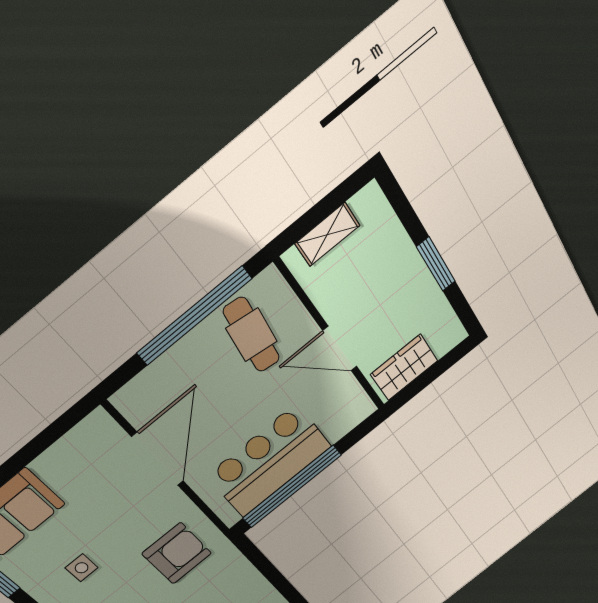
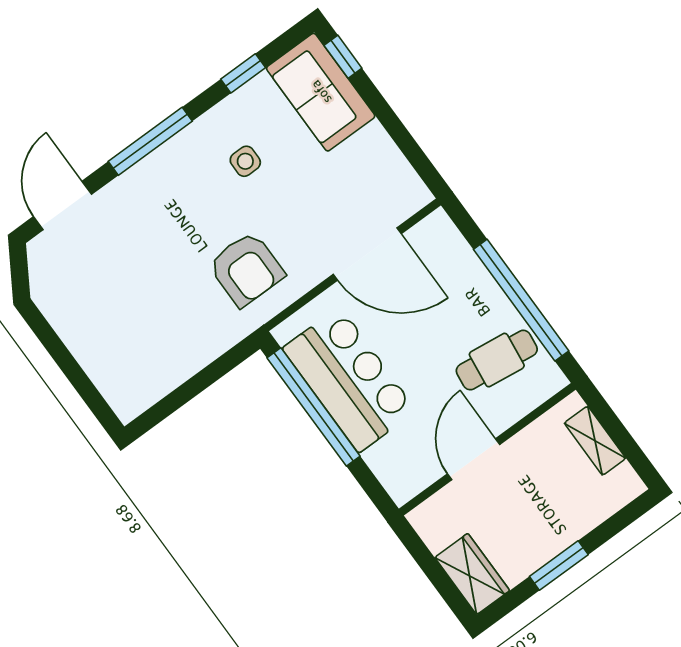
wardrobe: (404, 367) -> (472, 574), moved

